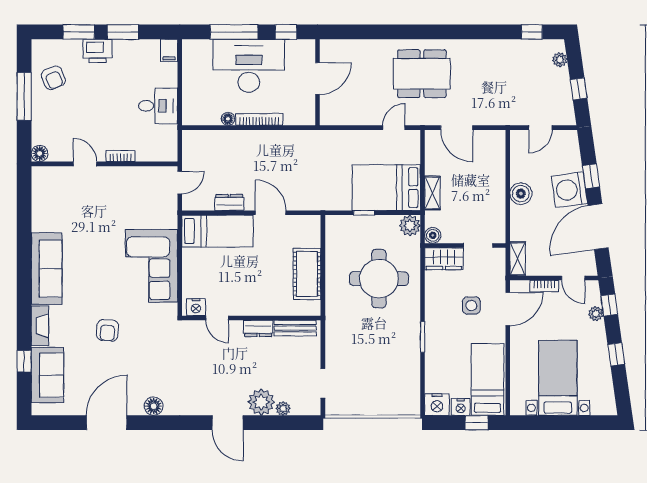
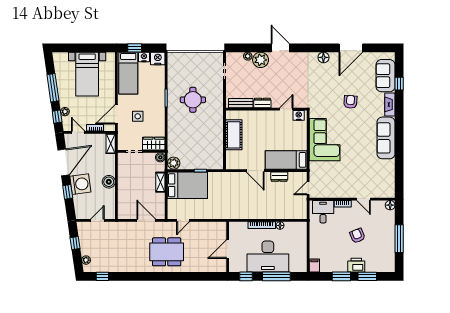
armchair: (53, 78) -> (357, 236), moved
desk: (158, 106) -> (323, 212), moved, turned 90
round table: (379, 279) -> (193, 100), moved, width x0.73, depth x0.73
door: (217, 318) -> (286, 109), hinge flipped
window: (616, 354) -> (53, 88), width x2.17

